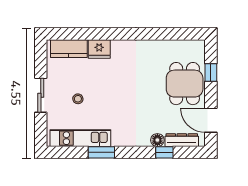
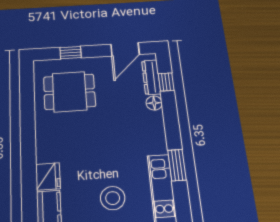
dining table: (185, 84) -> (69, 92), moved
stool: (78, 99) -> (113, 198), width x1.89, depth x1.89
window: (164, 152) -> (166, 82), moved

